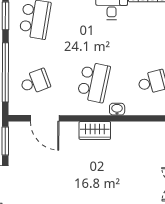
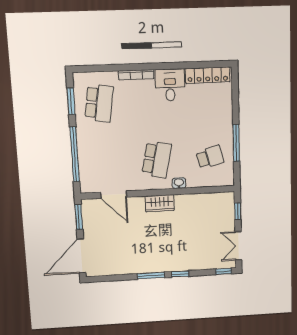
school desk: (35, 82) -> (103, 162), removed

